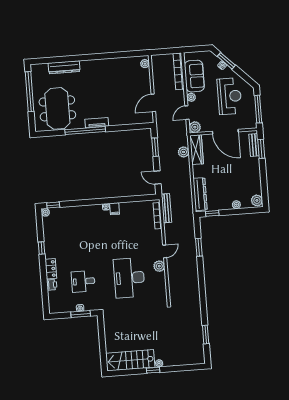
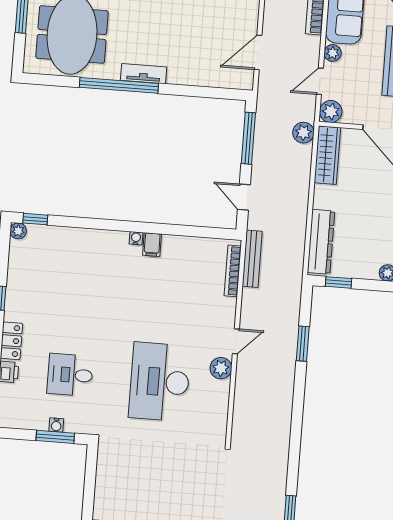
window: (155, 147) -> (248, 138), width x1.44
plant: (184, 152) -> (303, 133), moved

